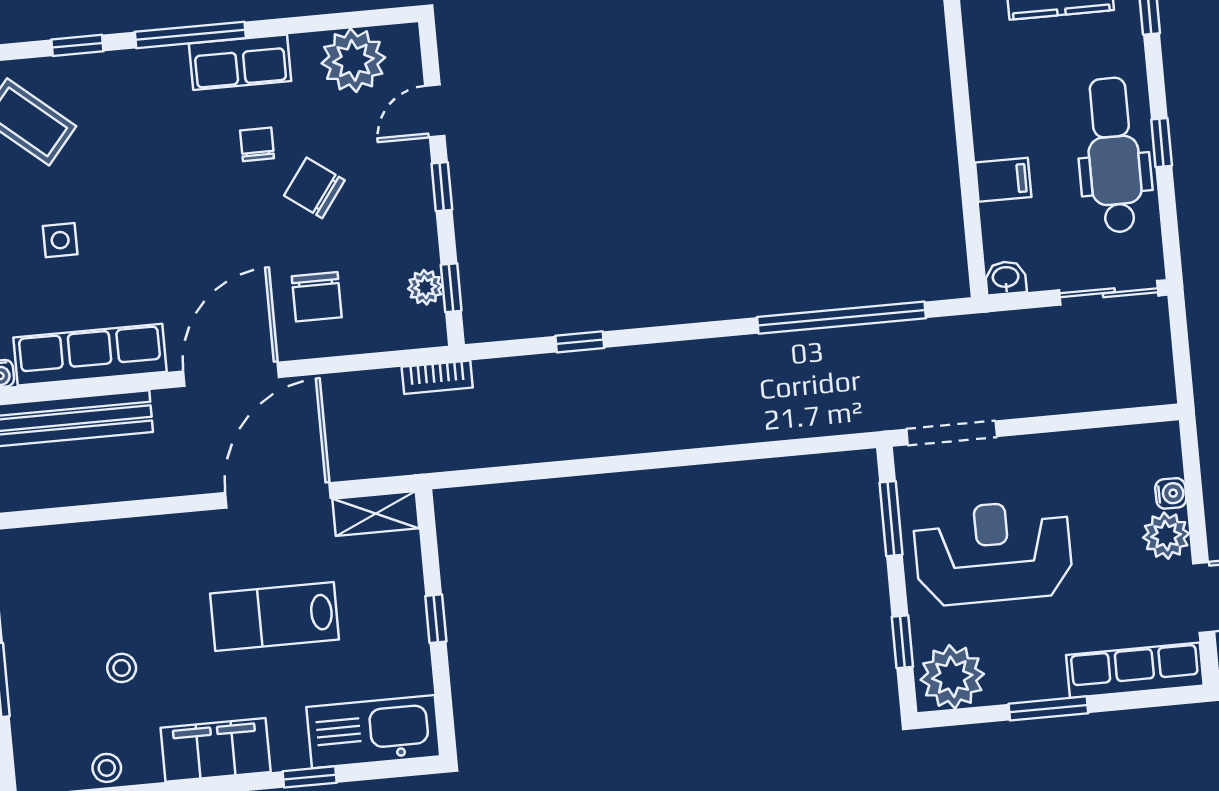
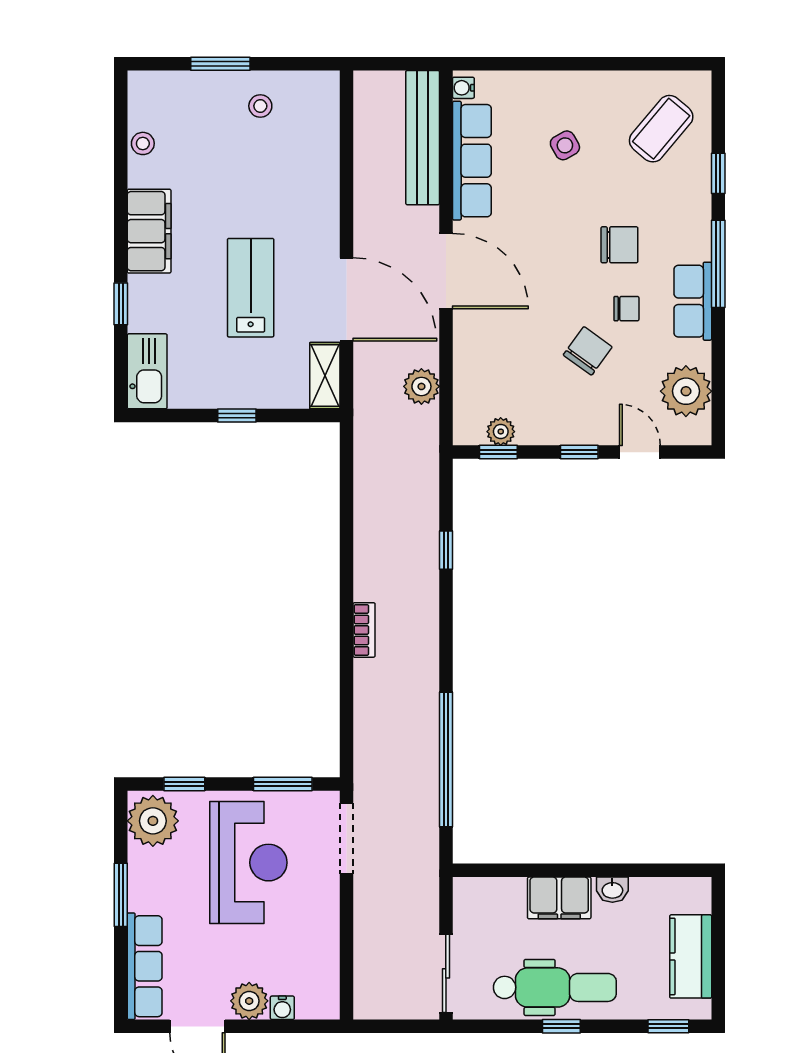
filing cabinet: (1003, 180) -> (559, 898), width x2.00
side table: (60, 240) -> (565, 145), turned -30
washbasin: (1006, 278) -> (612, 890), moved, turned 90
chair: (317, 297) -> (619, 245), moved, turned 180
bookcase: (437, 377) -> (364, 630), moved, turned 180
plant: (378, 392) -> (421, 386), added
stool: (122, 668) -> (260, 106), moved
kitchen sink: (373, 732) -> (147, 371), width x0.73, depth x0.81

